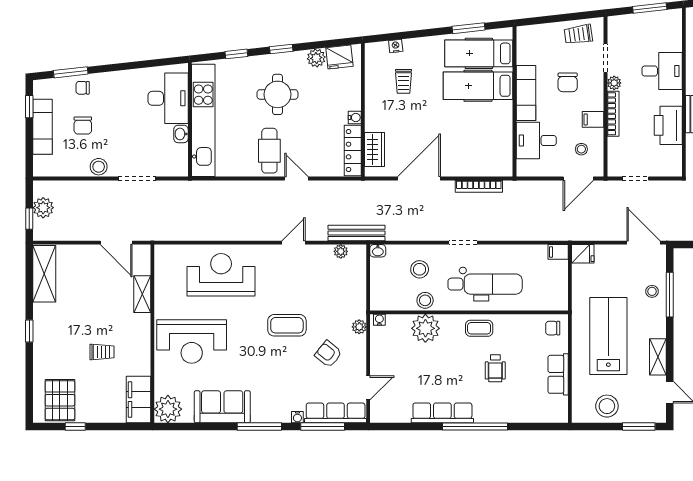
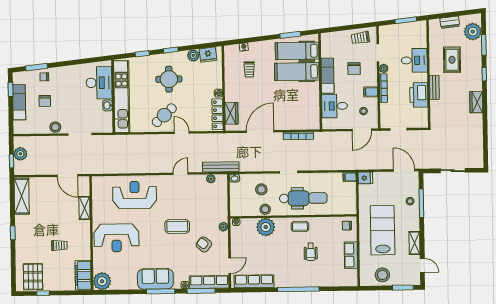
cafe table: (269, 151) -> (164, 115), turned 48
sofa: (222, 407) -> (155, 279), moved
row of seats: (442, 413) -> (254, 281), moved

